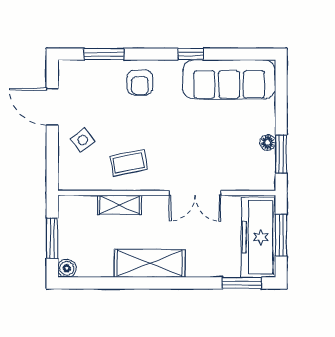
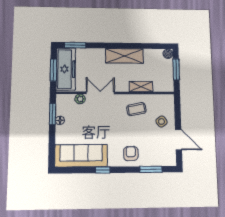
plant: (232, 182) -> (80, 99), added

